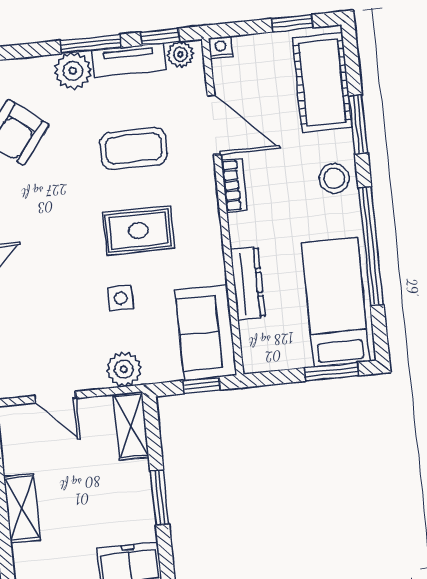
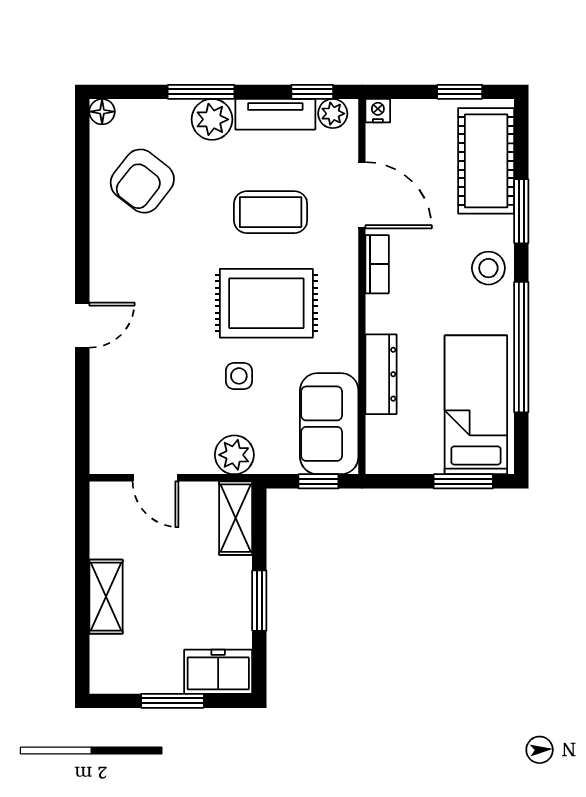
window: (91, 44) -> (201, 92), moved
rug: (138, 231) -> (266, 303), width x1.36, depth x1.43

